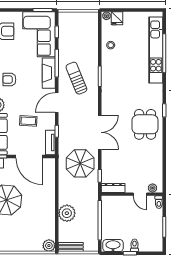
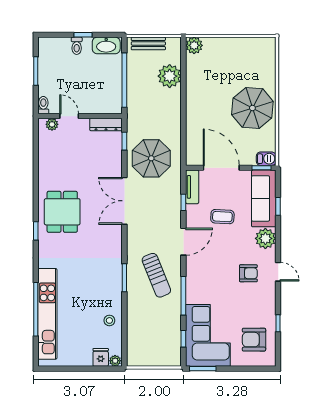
fireplace: (49, 73) -> (194, 282), removed
plant: (67, 213) -> (170, 76), moved
bench: (71, 247) -> (148, 43), moved

